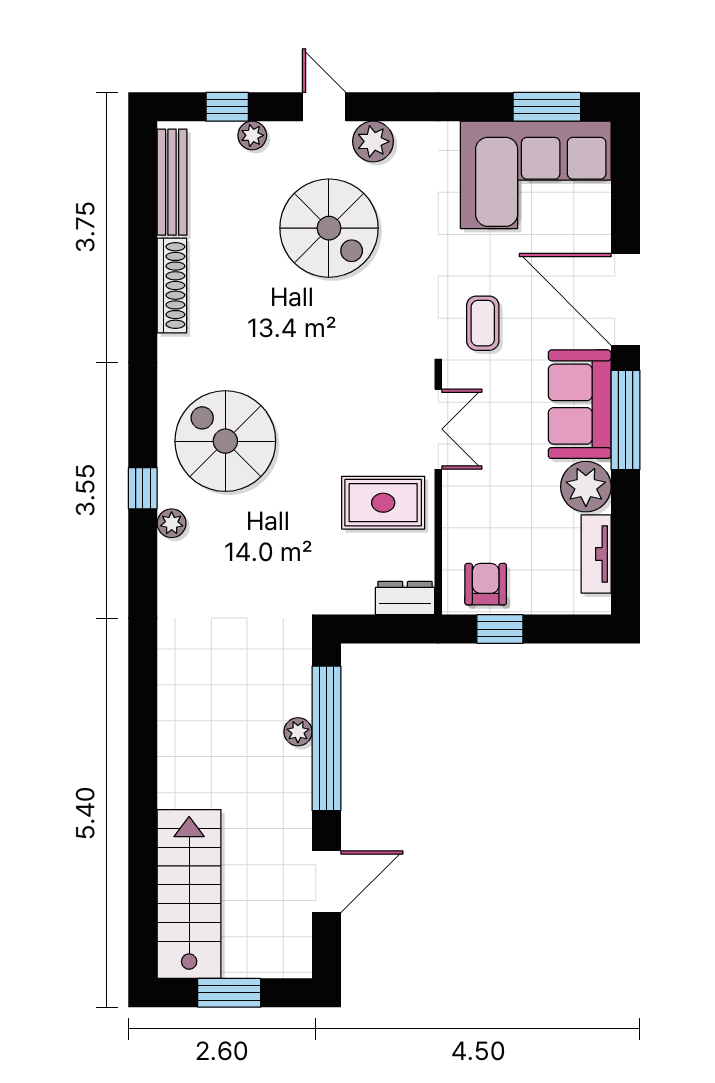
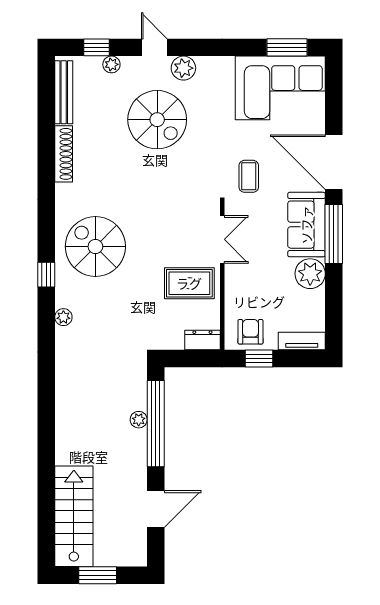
plant: (172, 523) -> (63, 317), moved
tv unit: (596, 554) -> (302, 341), moved, turned 90

